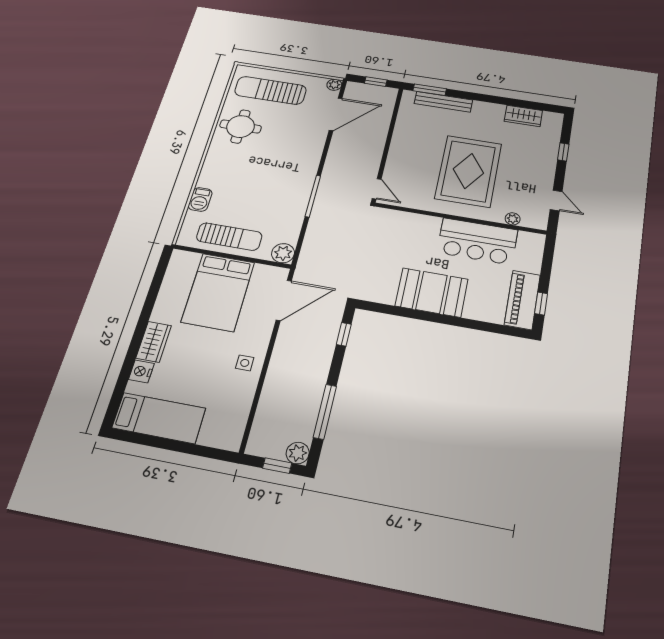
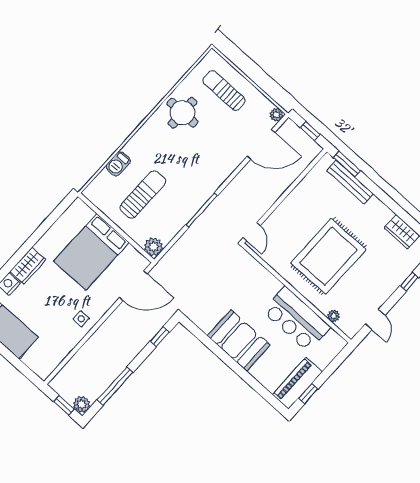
sun lounger: (270, 90) -> (224, 91), width x0.73, depth x0.75
sun lounger: (229, 237) -> (143, 195), moved, turned -90

